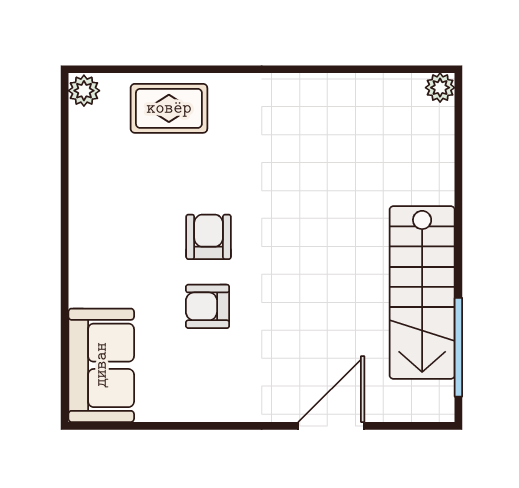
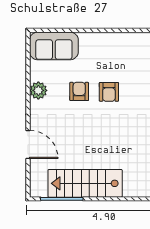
armchair: (209, 237) -> (109, 92), turned 90
plant: (205, 402) -> (38, 90), added

